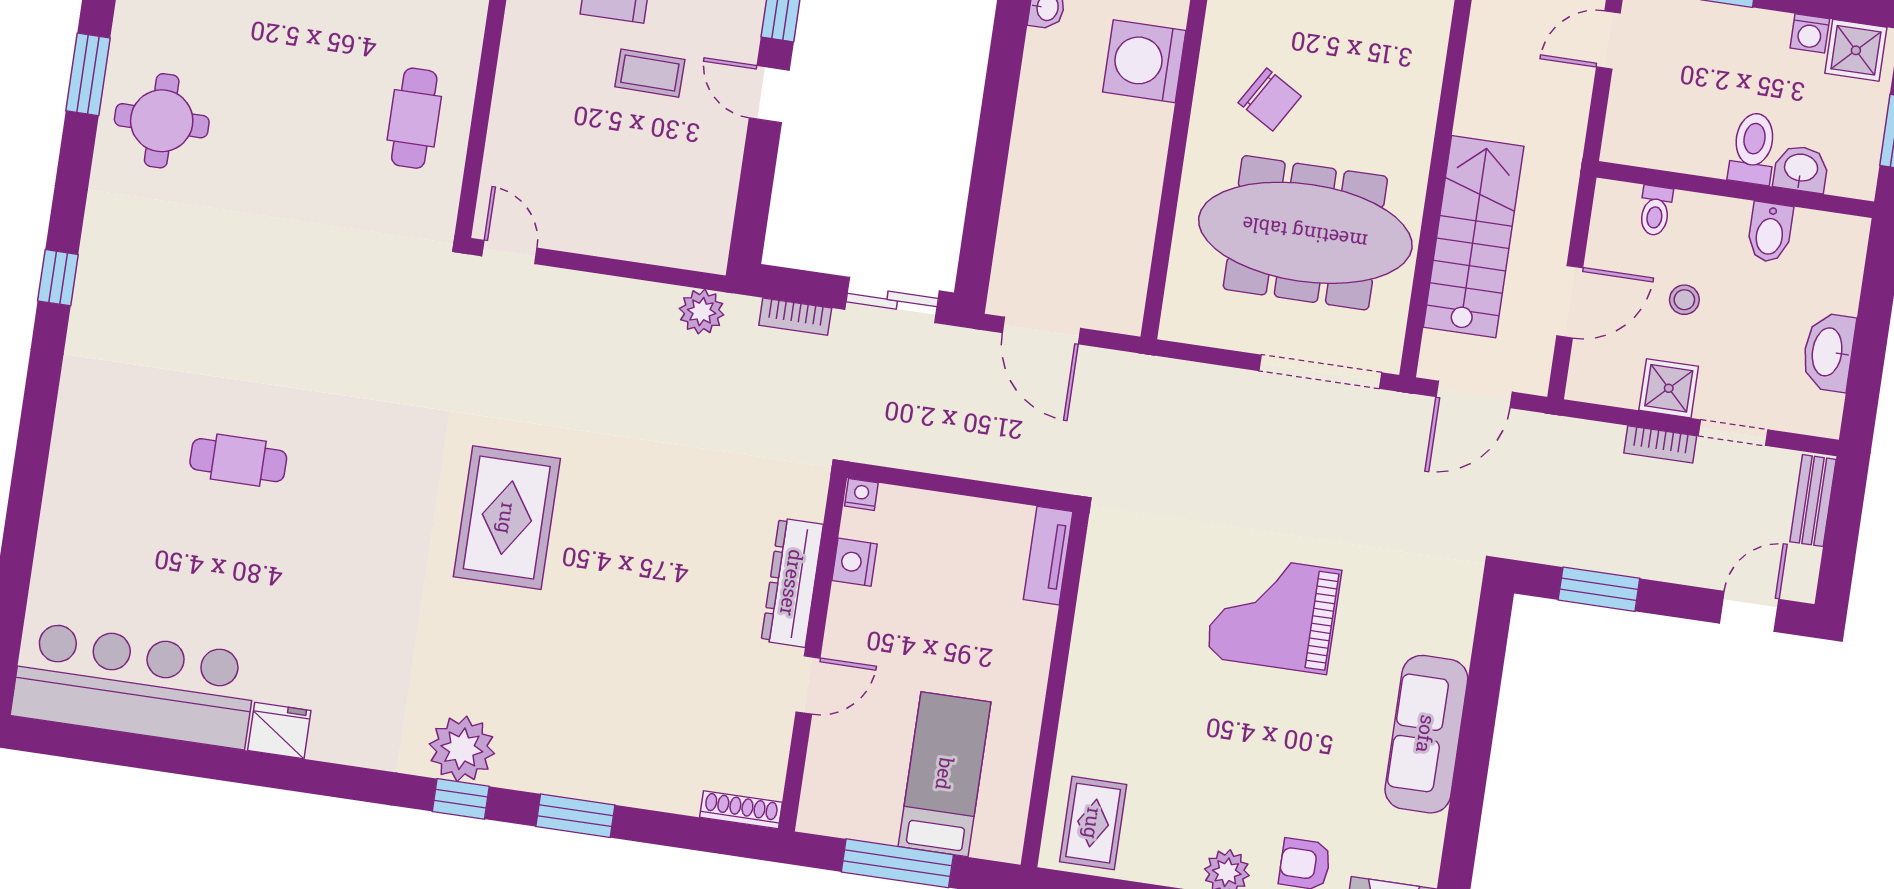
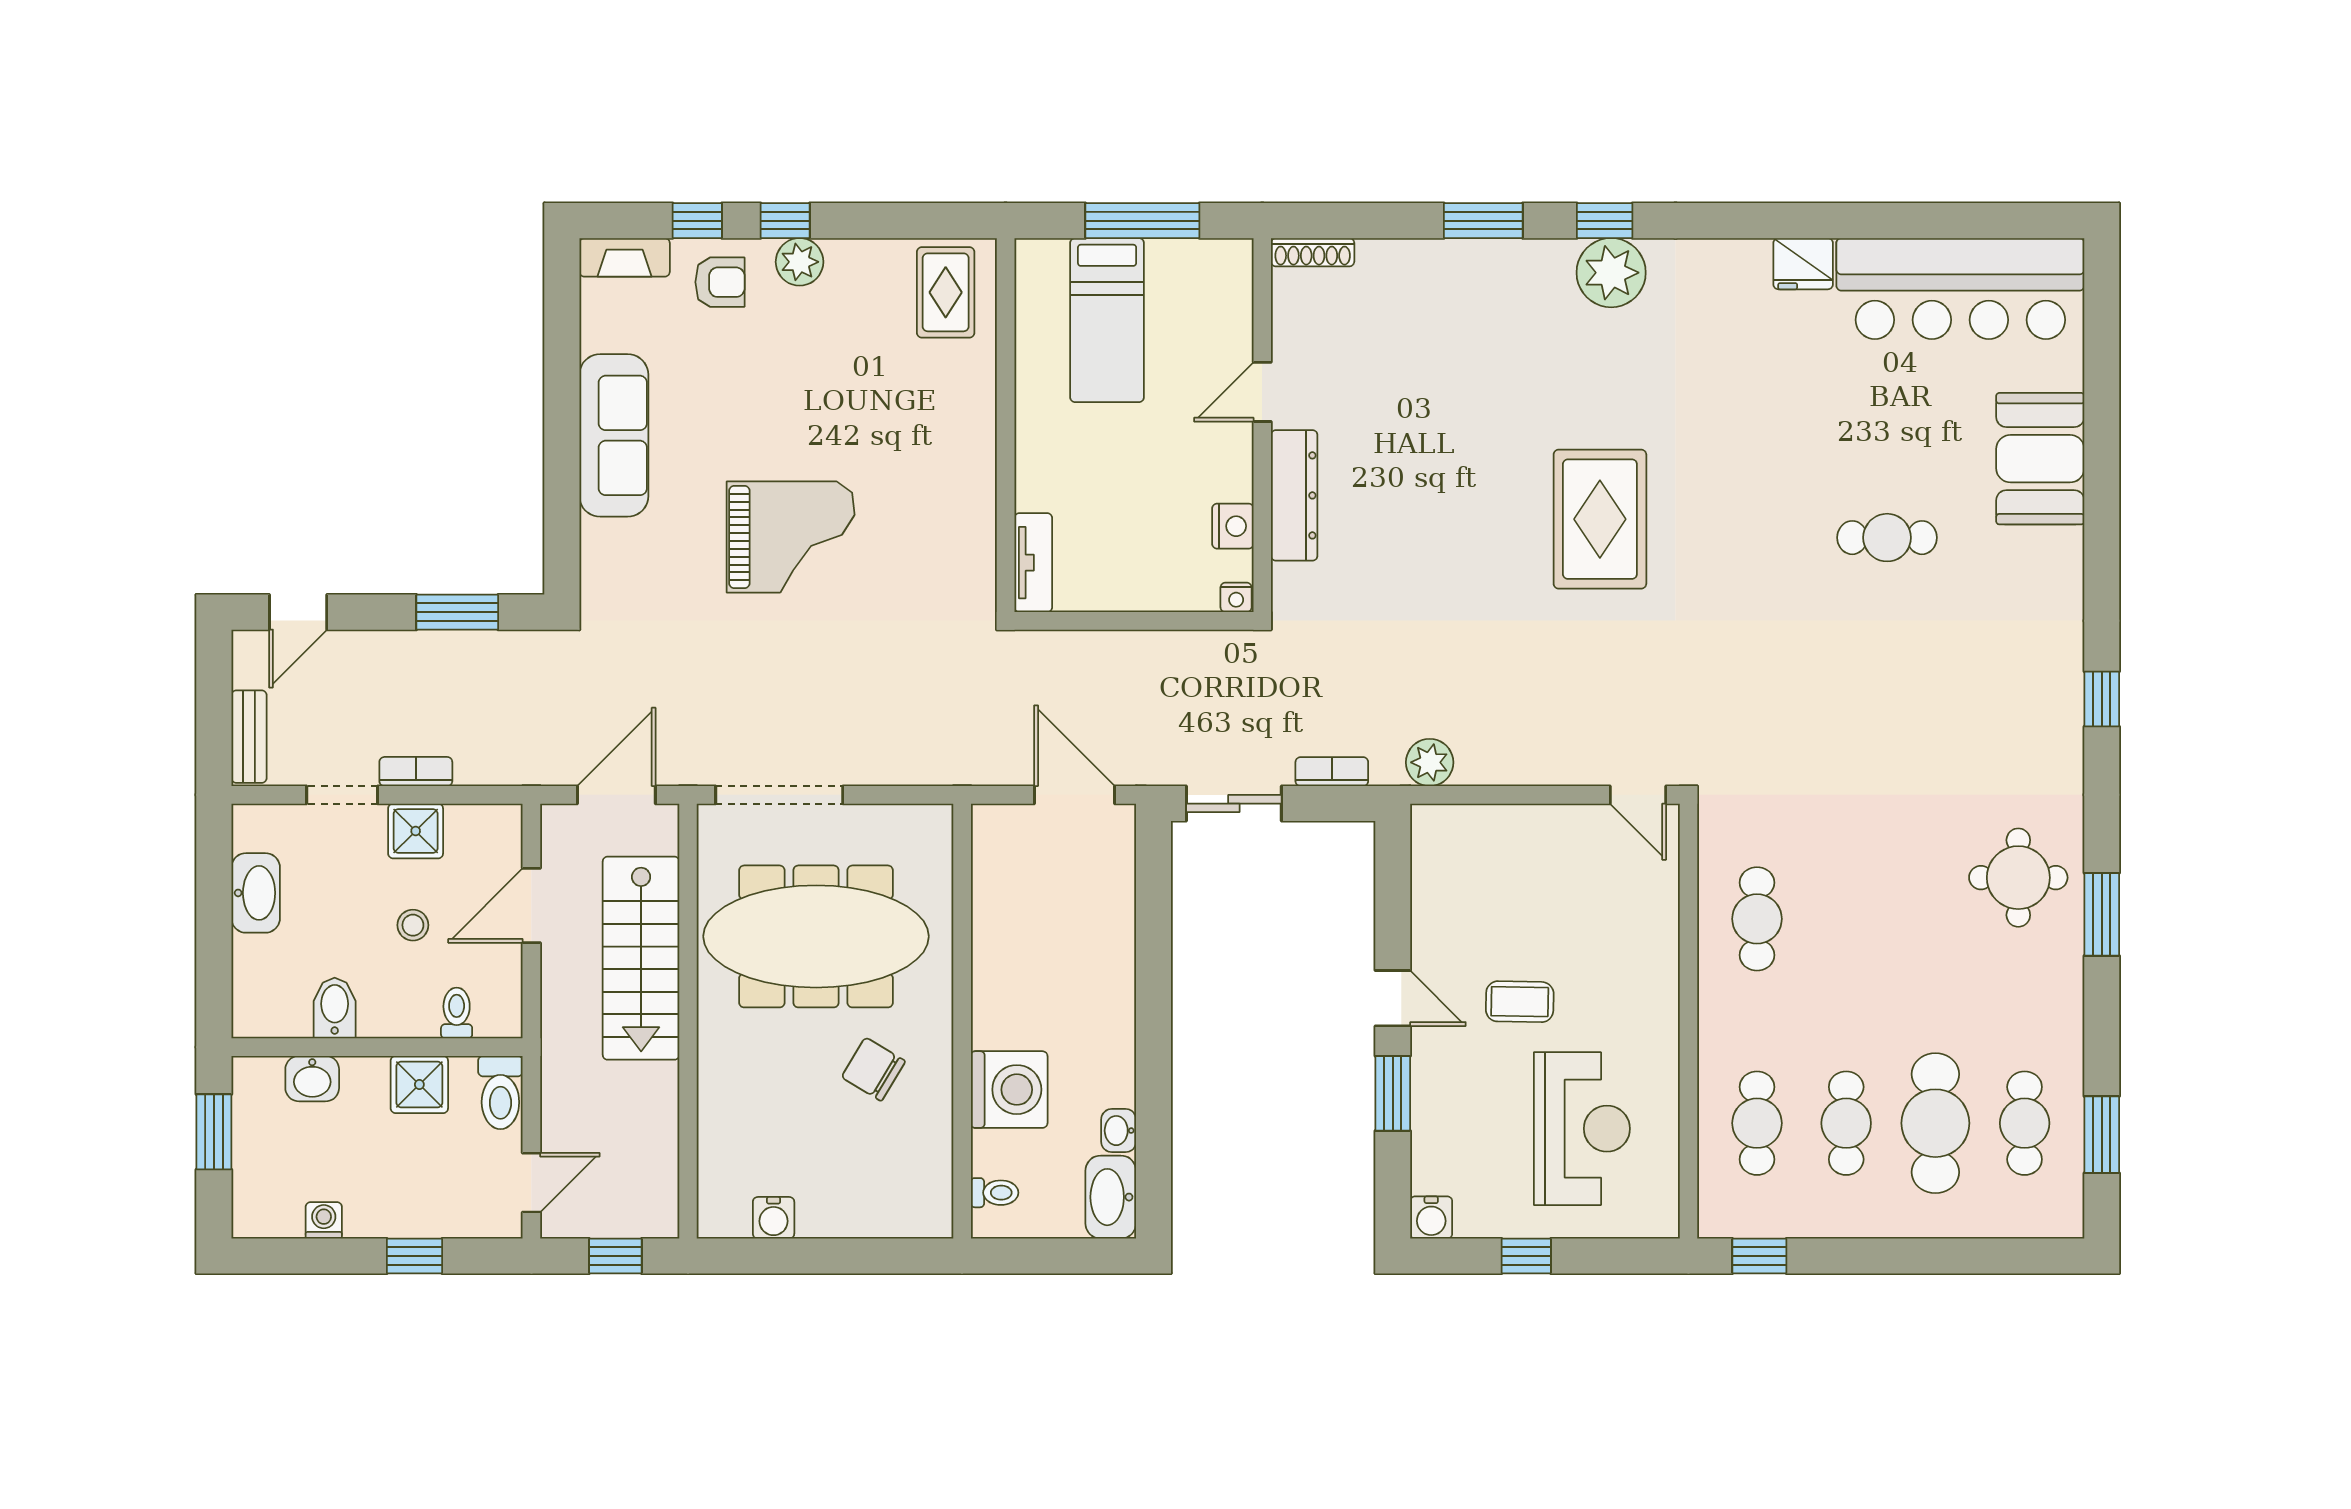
shower: (1856, 50) -> (419, 1085), moved
toilet: (1753, 148) -> (500, 1093), moved
booth: (83, 513) -> (2040, 459), added

